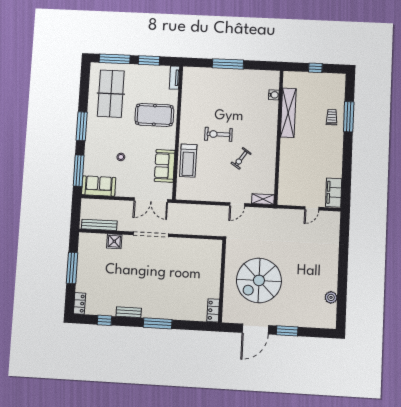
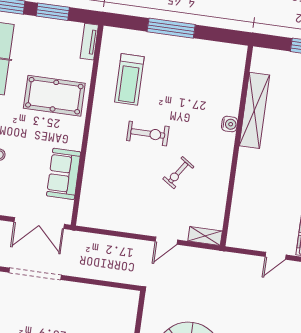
water cooler: (274, 95) -> (230, 124), moved
exercise bike: (218, 134) -> (148, 134), turned 180
treadmill: (188, 161) -> (129, 79), moved

